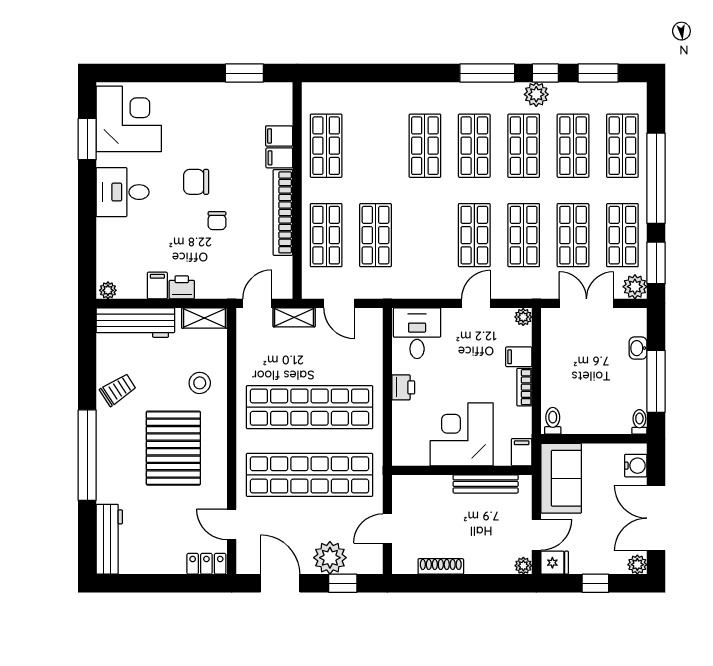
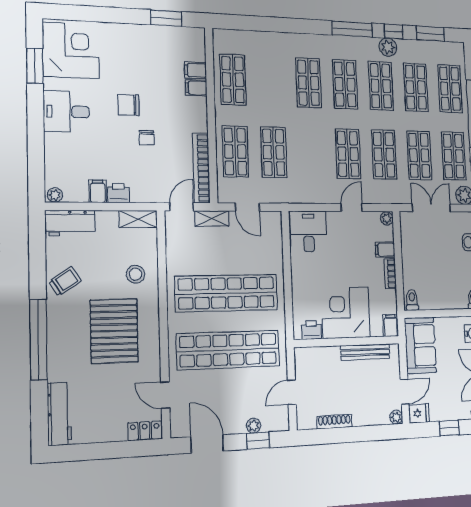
bookcase: (283, 212) -> (201, 168), moved
workbench: (135, 323) -> (70, 223), width x0.73
printer: (403, 387) -> (312, 330), moved, turned -90
plant: (330, 558) -> (253, 426), width x0.53, depth x0.53

